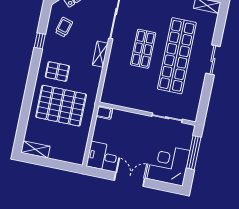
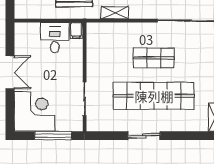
shelving: (100, 54) -> (115, 13), moved
sliding door: (213, 60) -> (144, 136), moved
desk: (102, 156) -> (55, 38), moved

